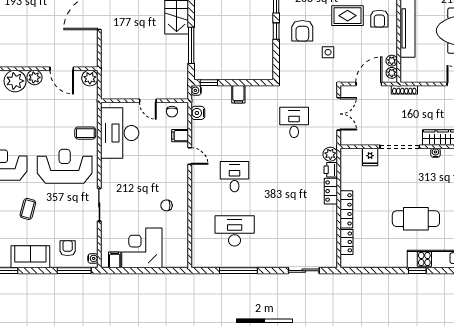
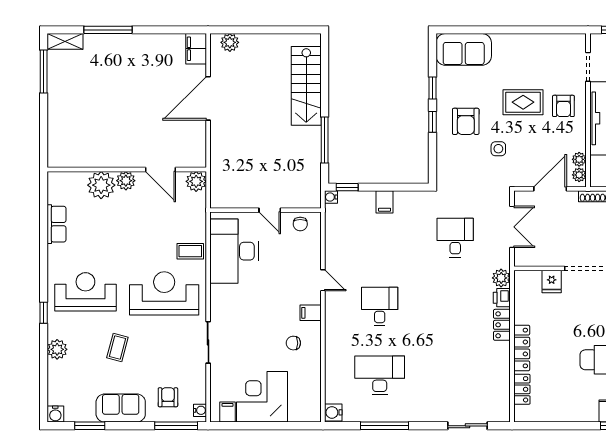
water cooler: (198, 113) -> (333, 412), moved
filing cabinet: (180, 136) -> (311, 313), moved

